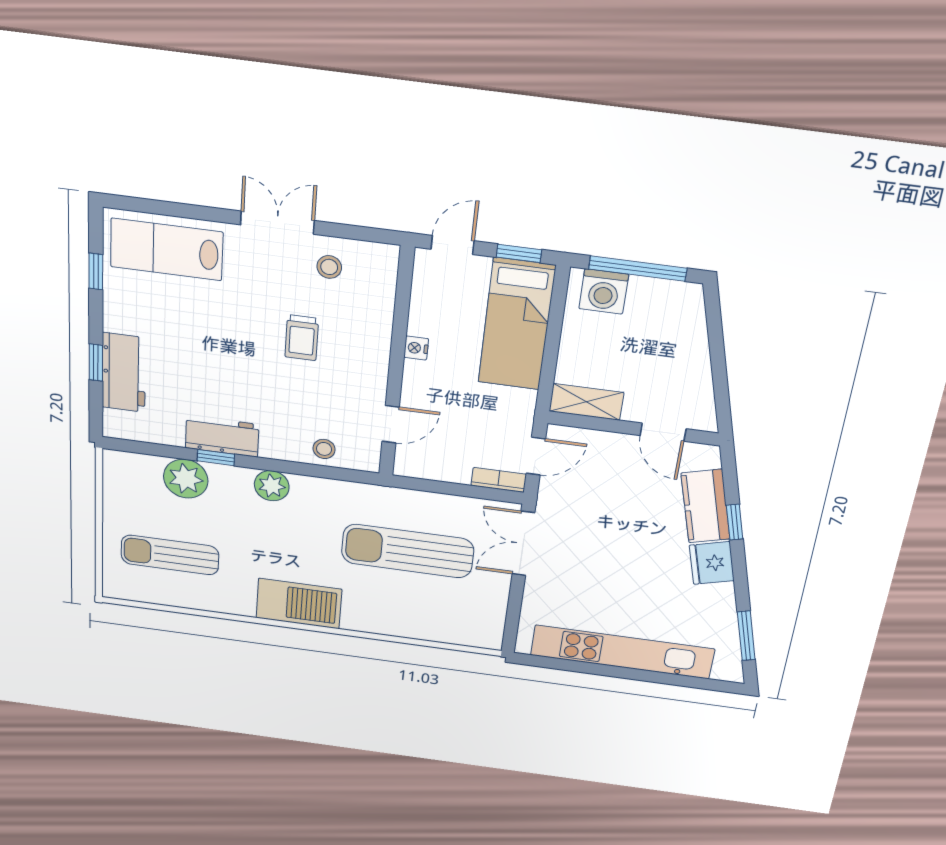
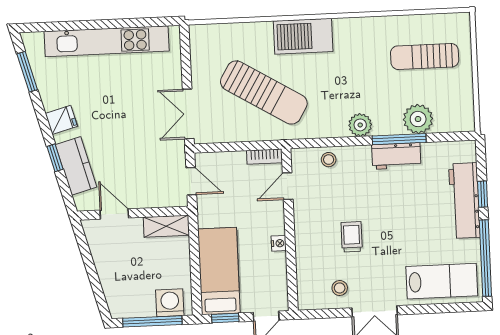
window: (96, 271) -> (485, 258), width x3.17
workbench: (124, 373) -> (464, 200), width x1.37
door: (536, 456) -> (191, 181), swing flipped
window: (216, 458) -> (399, 139), width x2.17
bookcase: (499, 480) -> (264, 157), moved
double door: (523, 544) -> (188, 114), swing flipped
sun lounger: (408, 551) -> (264, 92), turned 31
sun lounger: (170, 555) -> (425, 56), turned 180
fridge: (712, 563) -> (61, 120), width x0.72
barbecue: (299, 604) -> (303, 36), moved

